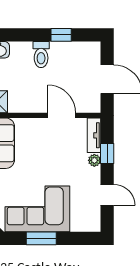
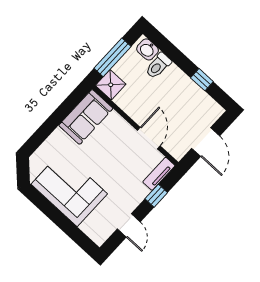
toilet: (41, 55) -> (158, 66), moved
plant: (94, 160) -> (143, 192), removed
window: (41, 238) -> (52, 213), removed

